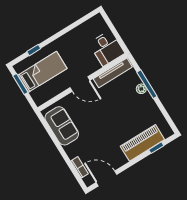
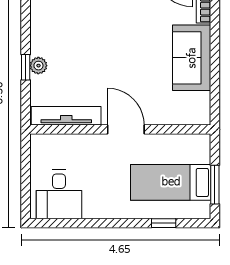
desk: (107, 48) -> (59, 194), moved, turned 180
window: (147, 84) -> (26, 67), width x0.46
sofa: (62, 126) -> (192, 58), moved

